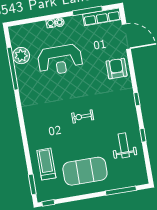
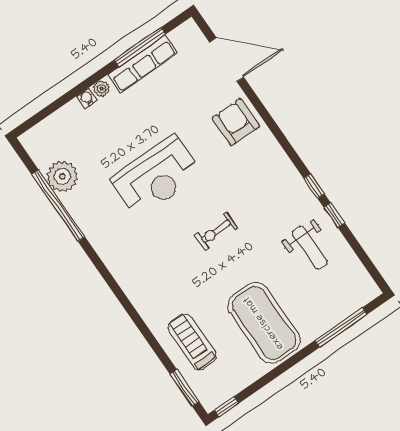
row of seats: (102, 17) -> (143, 64), moved
reception desk: (60, 60) -> (156, 177), moved
window: (137, 99) -> (314, 186), moved
weight bench: (124, 145) -> (310, 248), turned 180
exercise mat: (85, 171) -> (264, 323), turned 90

